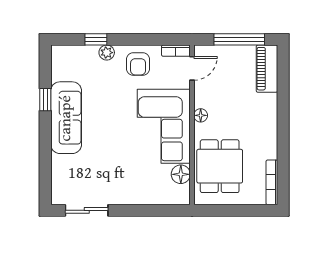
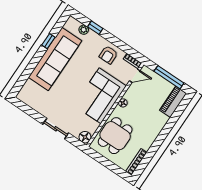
plant: (107, 53) -> (84, 30), moved
sofa: (66, 118) -> (55, 59), width x1.36, depth x1.27
floor lamp: (181, 174) -> (85, 137), moved
sliding door: (87, 210) -> (56, 129), moved

